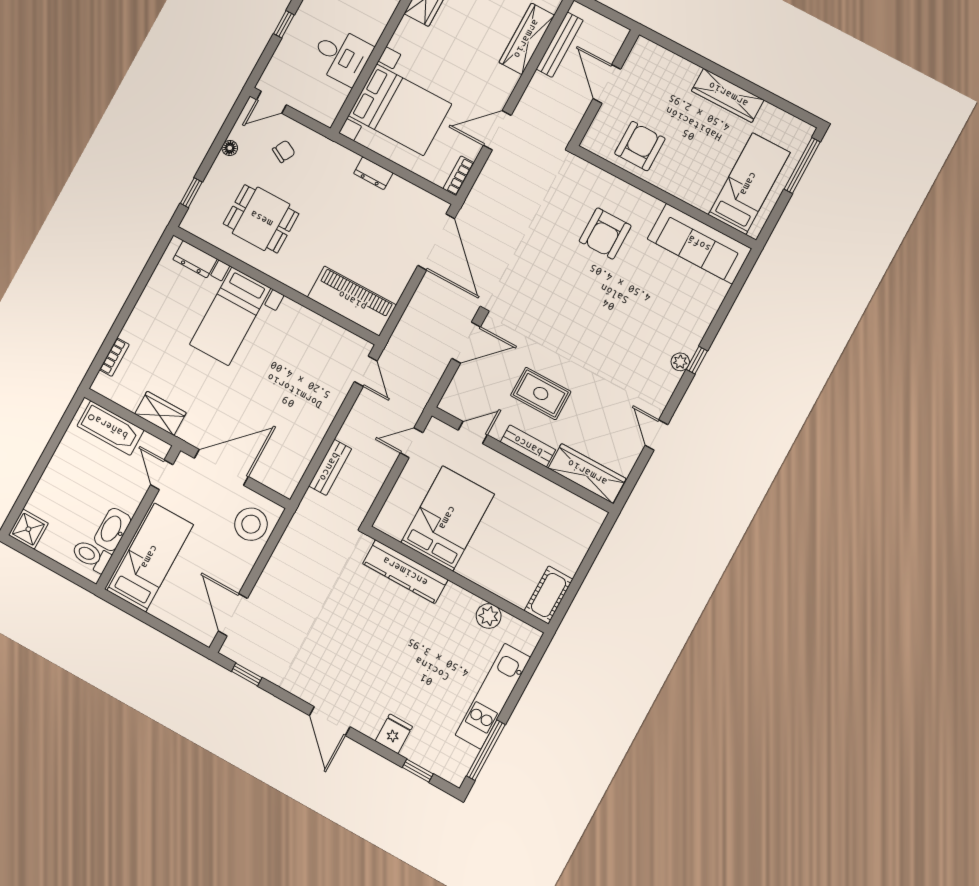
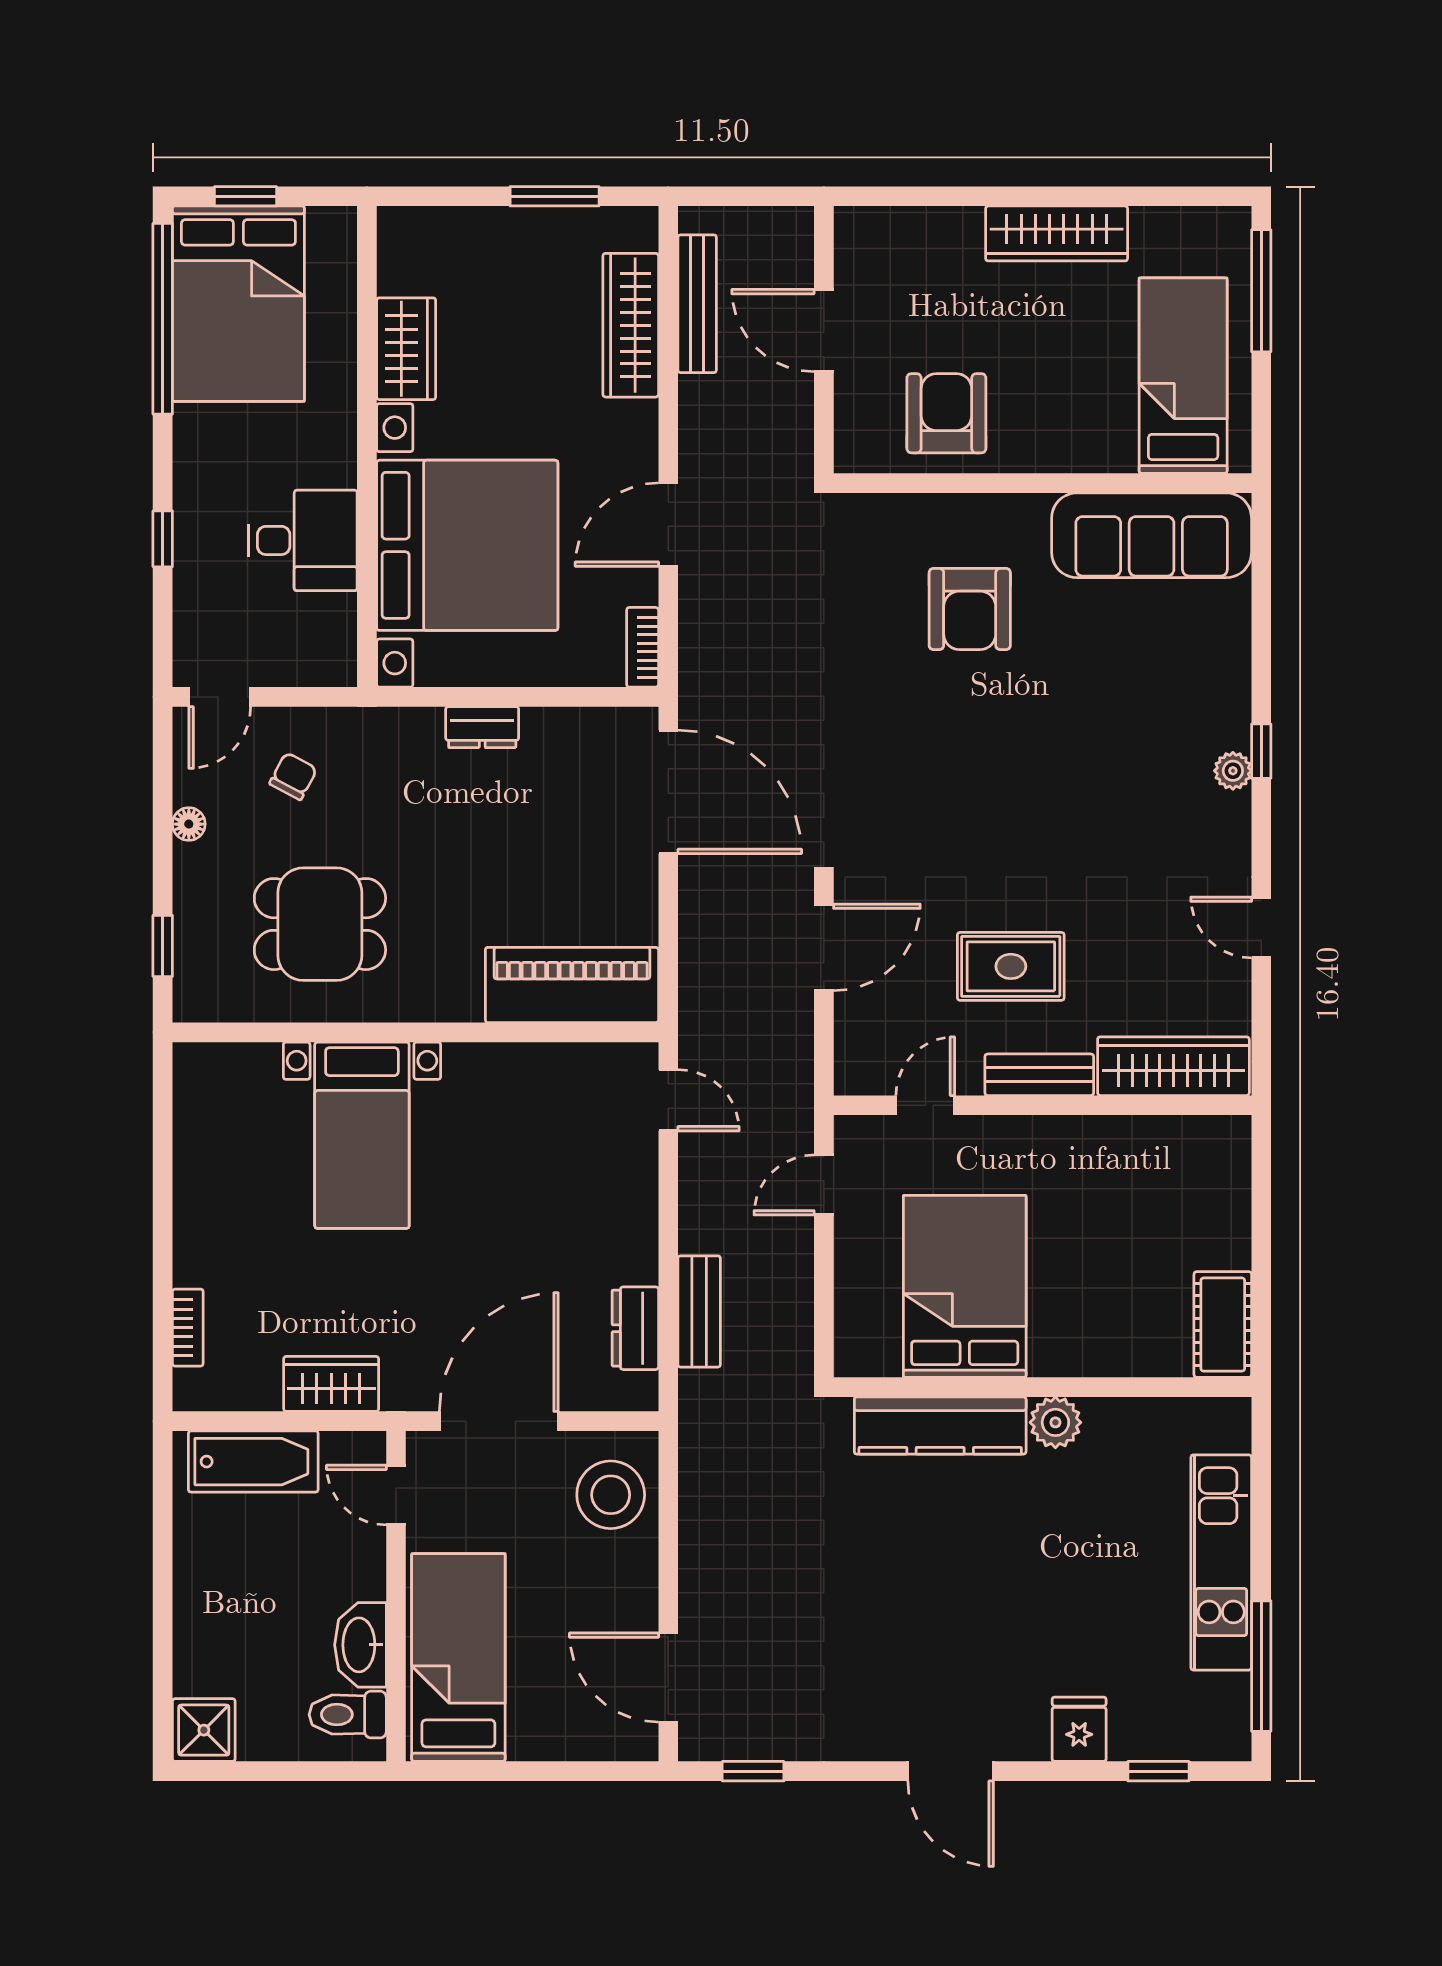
bed with nightstands: (400, 110) -> (467, 545), width x1.36
dresser: (195, 259) -> (635, 1328), moved, turned 90
plant: (489, 616) -> (1055, 1422), moved

